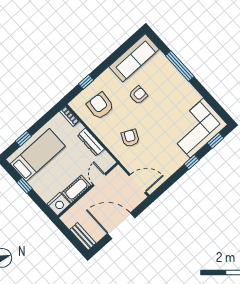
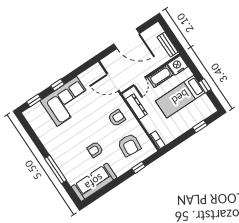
corner sofa: (197, 128) -> (67, 101), moved
armchair: (130, 138) -> (117, 118), moved, turned -116
dresser: (91, 142) -> (136, 107), moved
bed: (38, 155) -> (180, 97), moved
door: (138, 184) -> (113, 82), moved
bench: (83, 236) -> (168, 45), moved

